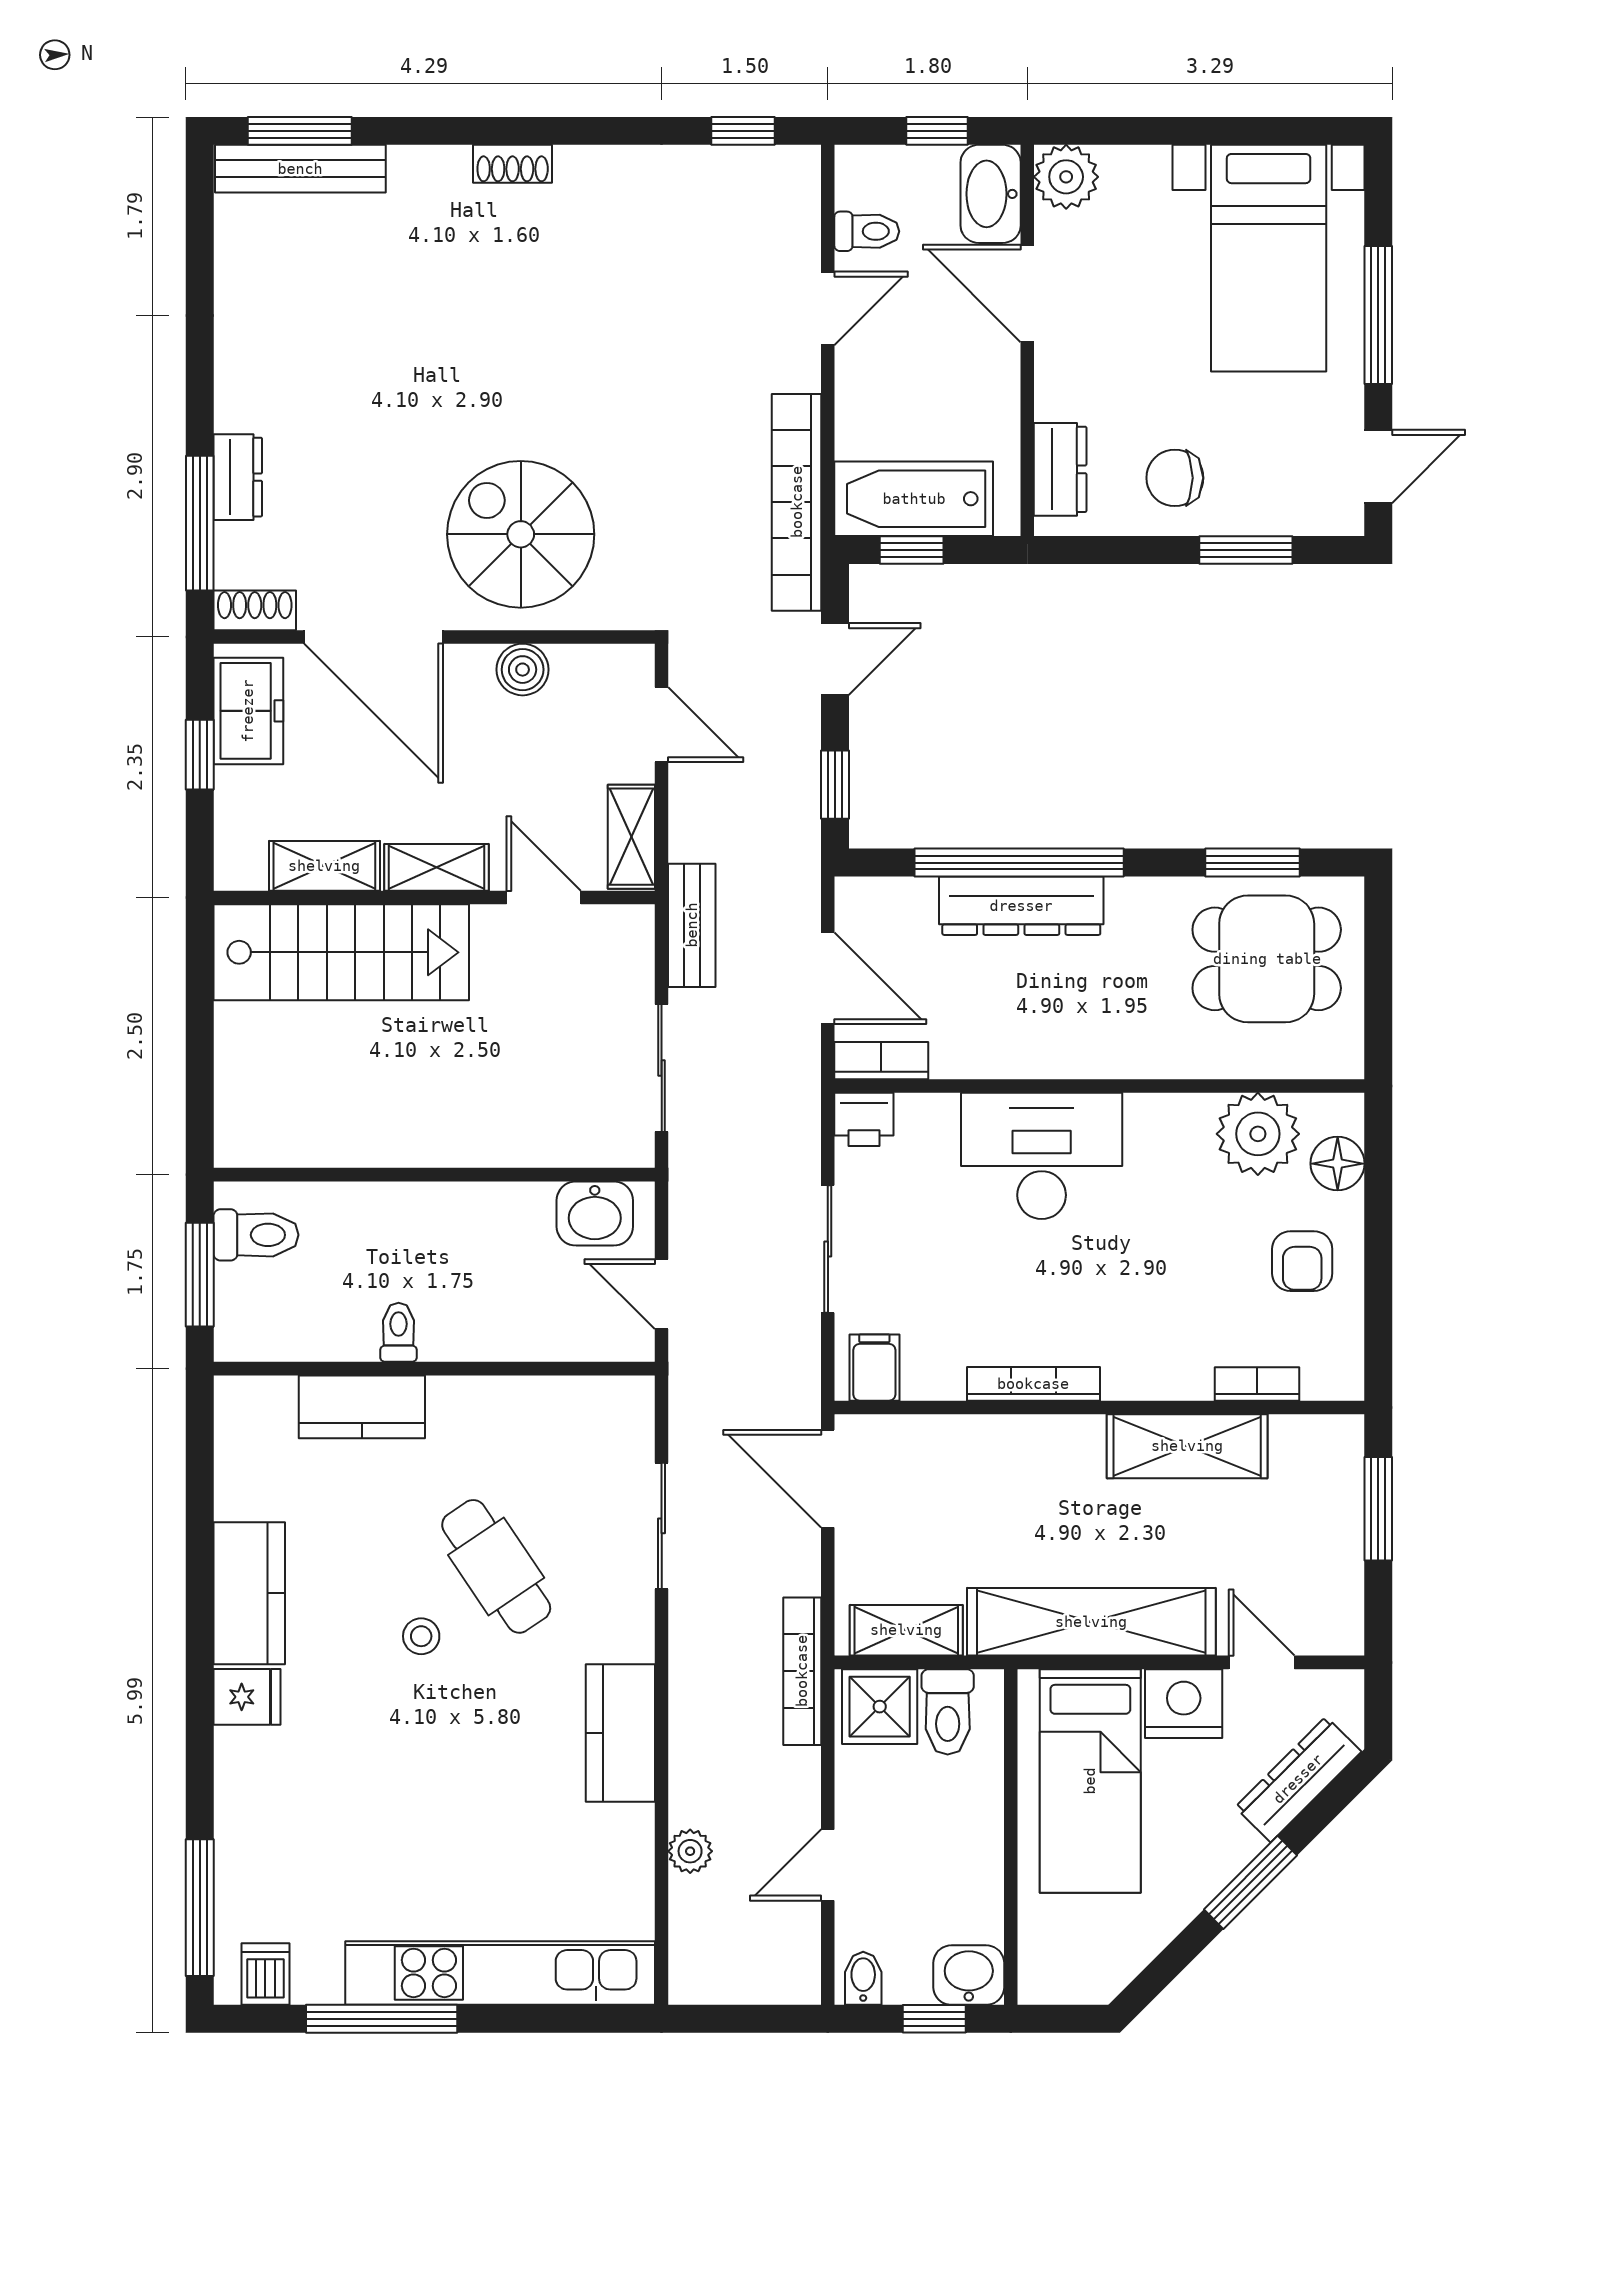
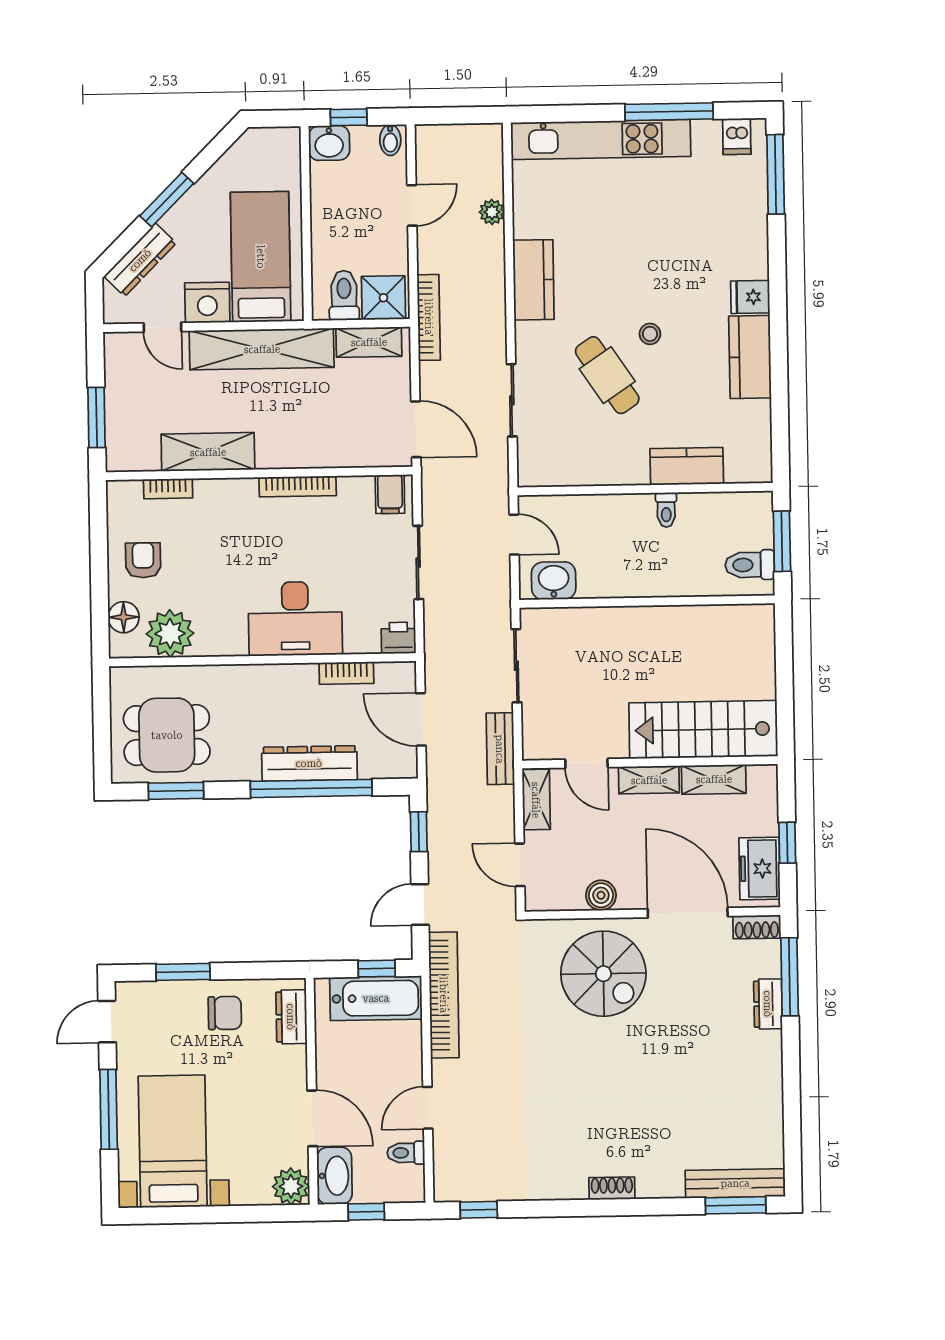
bookcase: (881, 1061) -> (346, 673), moved

